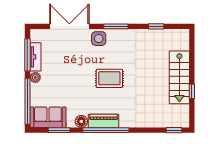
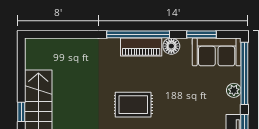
plant: (35, 77) -> (234, 90), moved
window: (192, 91) -> (21, 112), moved
window: (174, 130) -> (46, 34), removed

